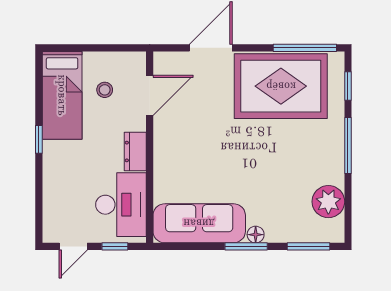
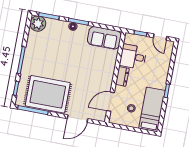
plant: (328, 202) -> (38, 24), moved
desk: (121, 205) -> (133, 57), width x0.73
sofa: (199, 223) -> (104, 38), width x0.73
door: (73, 246) -> (160, 37), swing flipped

